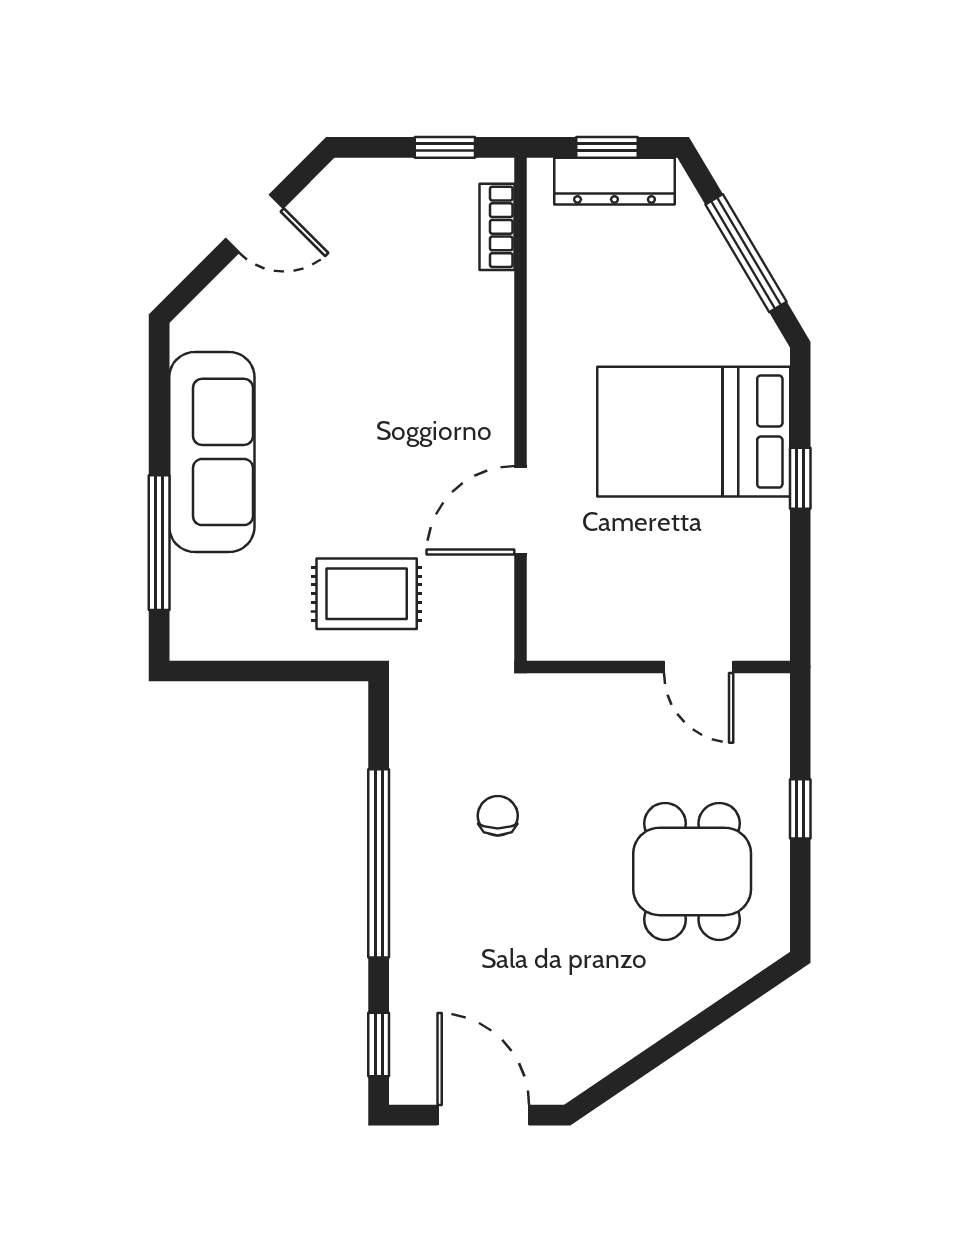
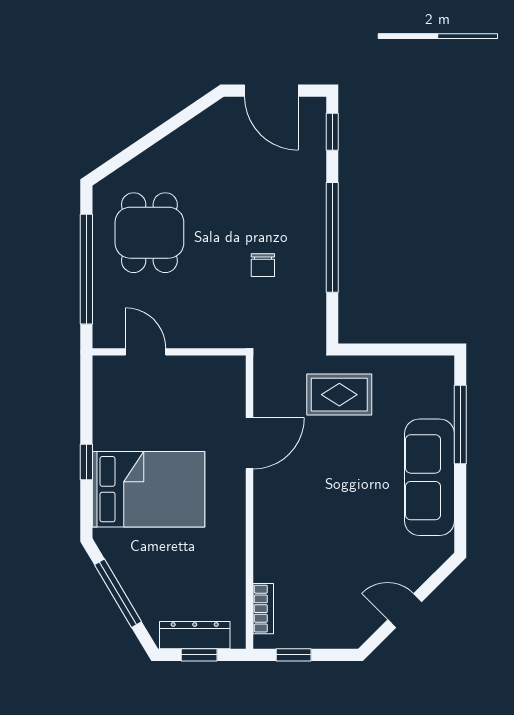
window: (800, 809) -> (86, 269), width x3.17

